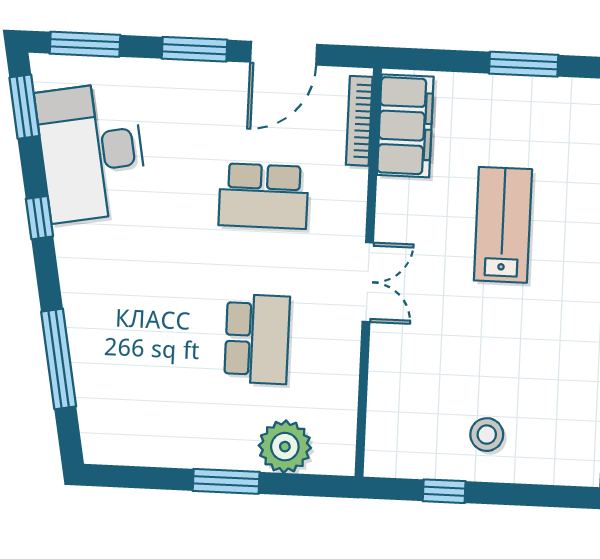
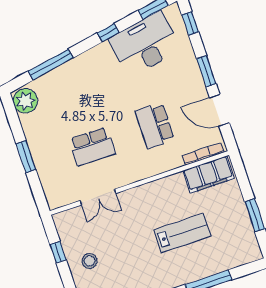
window: (85, 44) -> (190, 23), width x0.67
double door: (368, 282) -> (98, 197), moved
plant: (285, 447) -> (25, 101), moved

